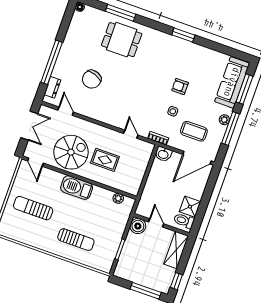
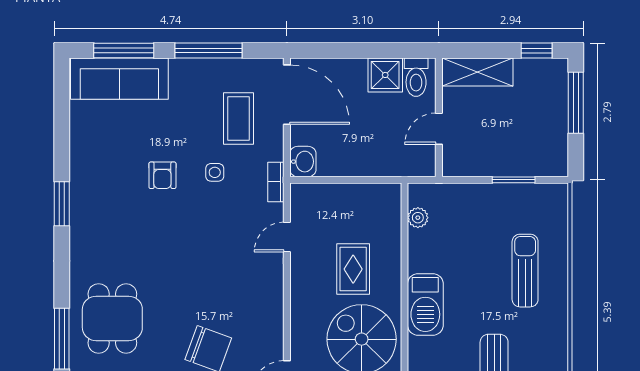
plant: (224, 120) -> (196, 68), removed
boiler: (138, 226) -> (457, 161), removed

